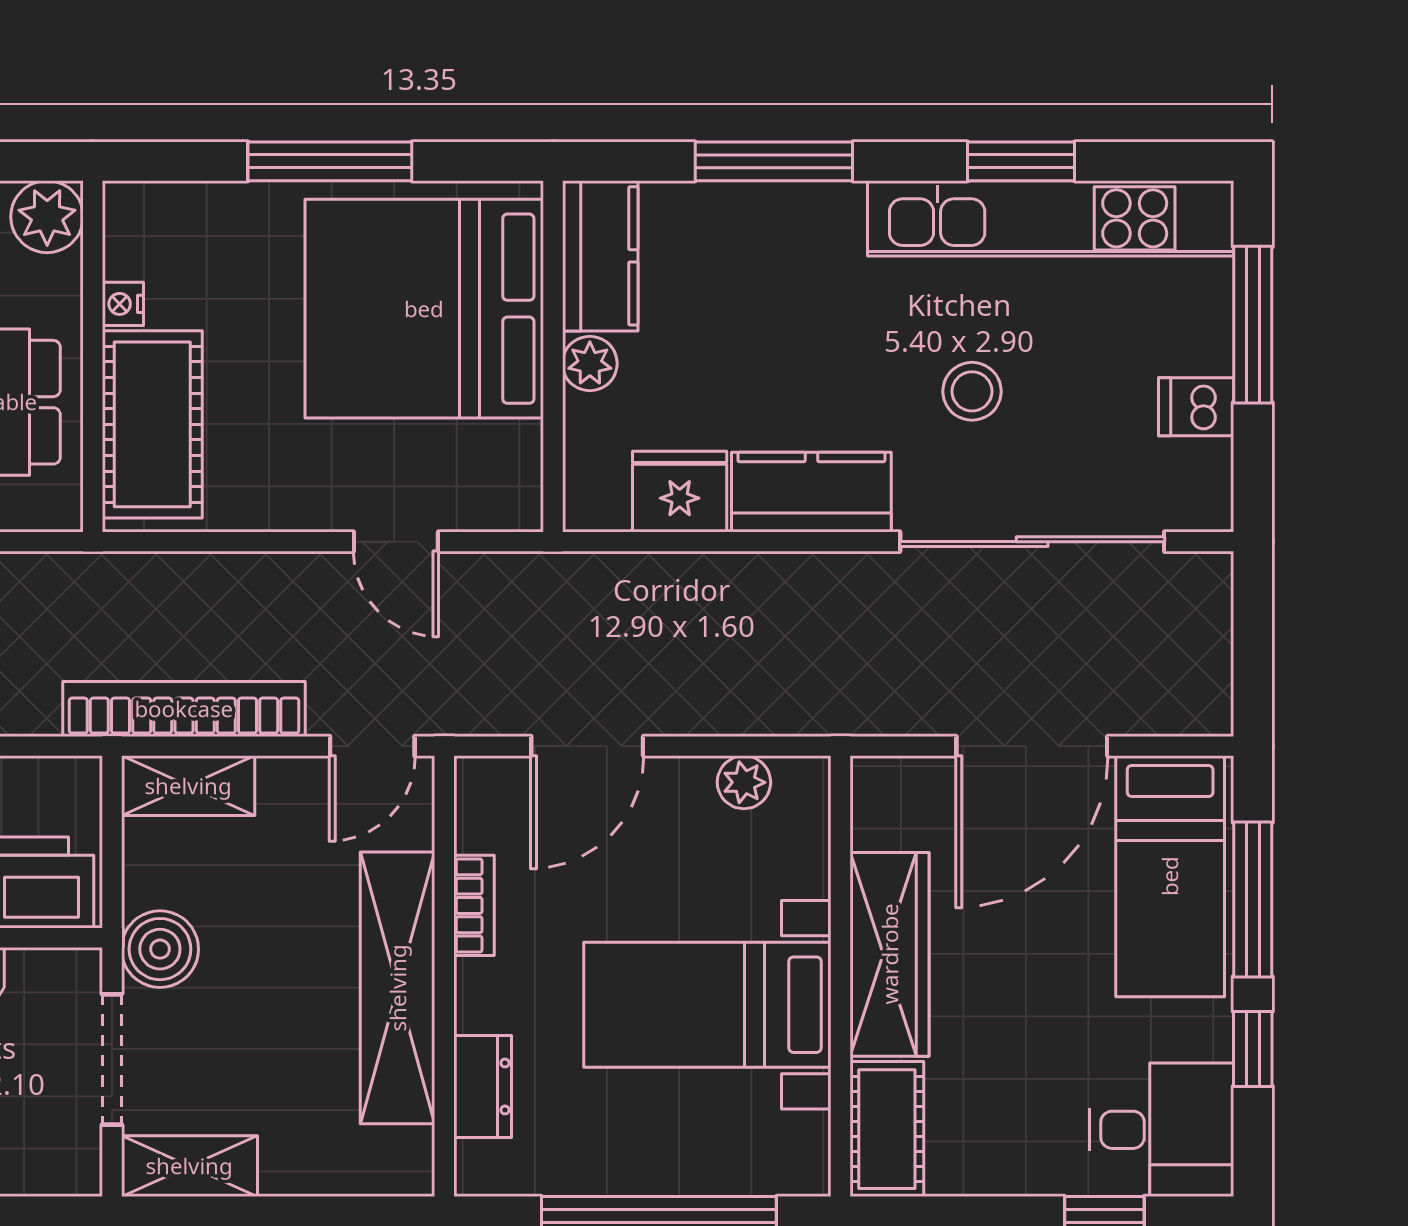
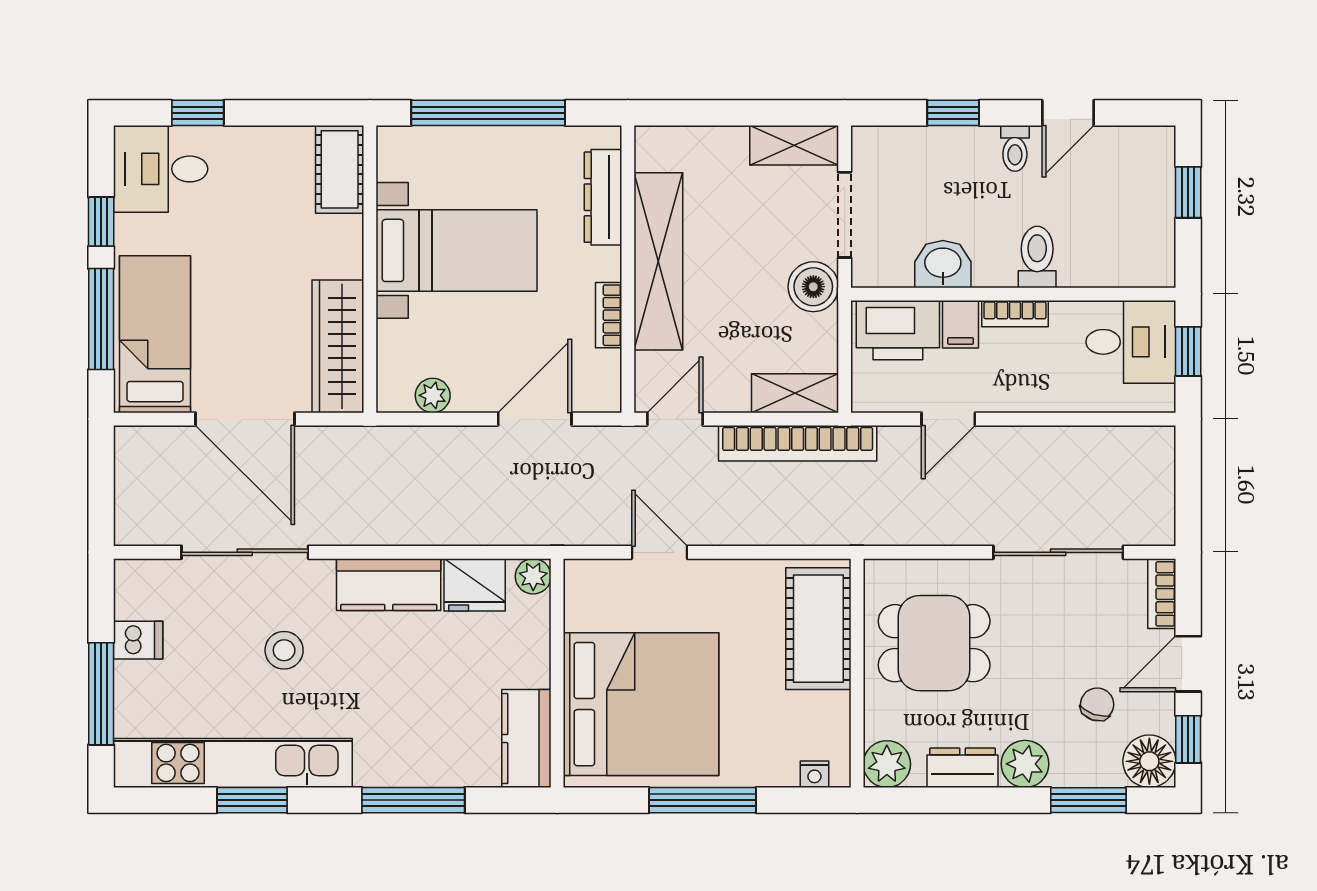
nightstand: (123, 304) -> (814, 774), moved, turned 90
plant: (590, 364) -> (533, 576), moved
sliding door: (1032, 542) -> (245, 552), width x0.73
door: (1032, 746) -> (245, 419), swing flipped
wardrobe: (890, 954) -> (338, 346), moved
dresser: (483, 1086) -> (603, 197), width x1.44

